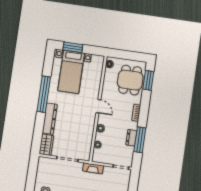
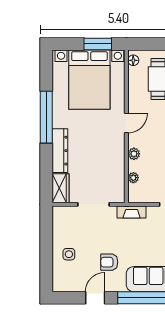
window: (73, 47) -> (98, 44), moved
bed with nightstands: (71, 72) -> (89, 80), width x1.36
door: (98, 106) -> (126, 123), hinge flipped

